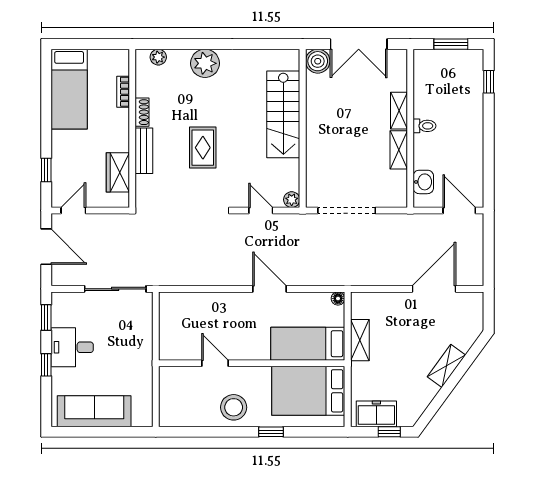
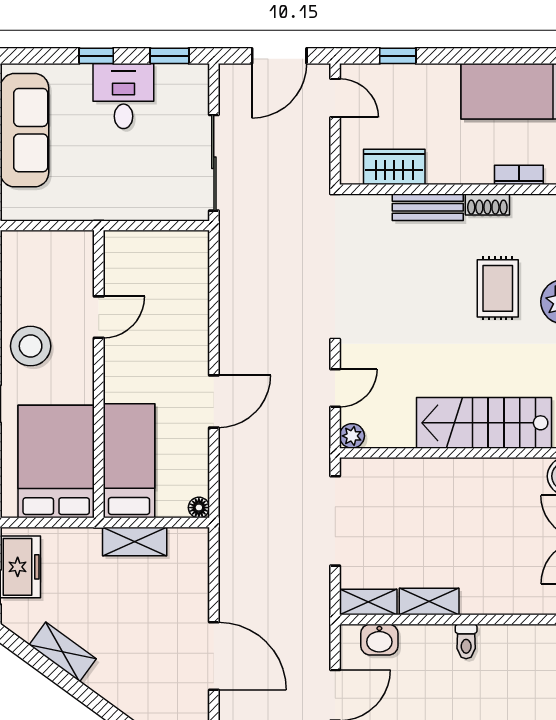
shelving: (399, 111) -> (368, 602), moved
rug: (203, 148) -> (498, 288), moved, turned 90
shelving: (446, 366) -> (63, 652), moved

